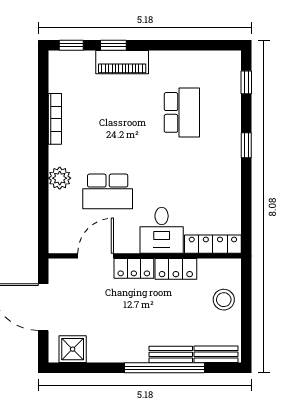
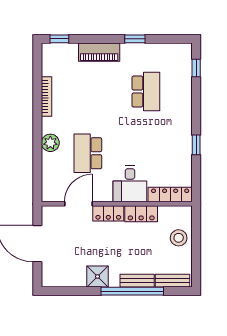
window: (113, 45) -> (135, 39), moved
window: (246, 145) -> (196, 145), moved
school desk: (108, 191) -> (88, 153), turned 90
shower: (73, 349) -> (98, 277), moved

